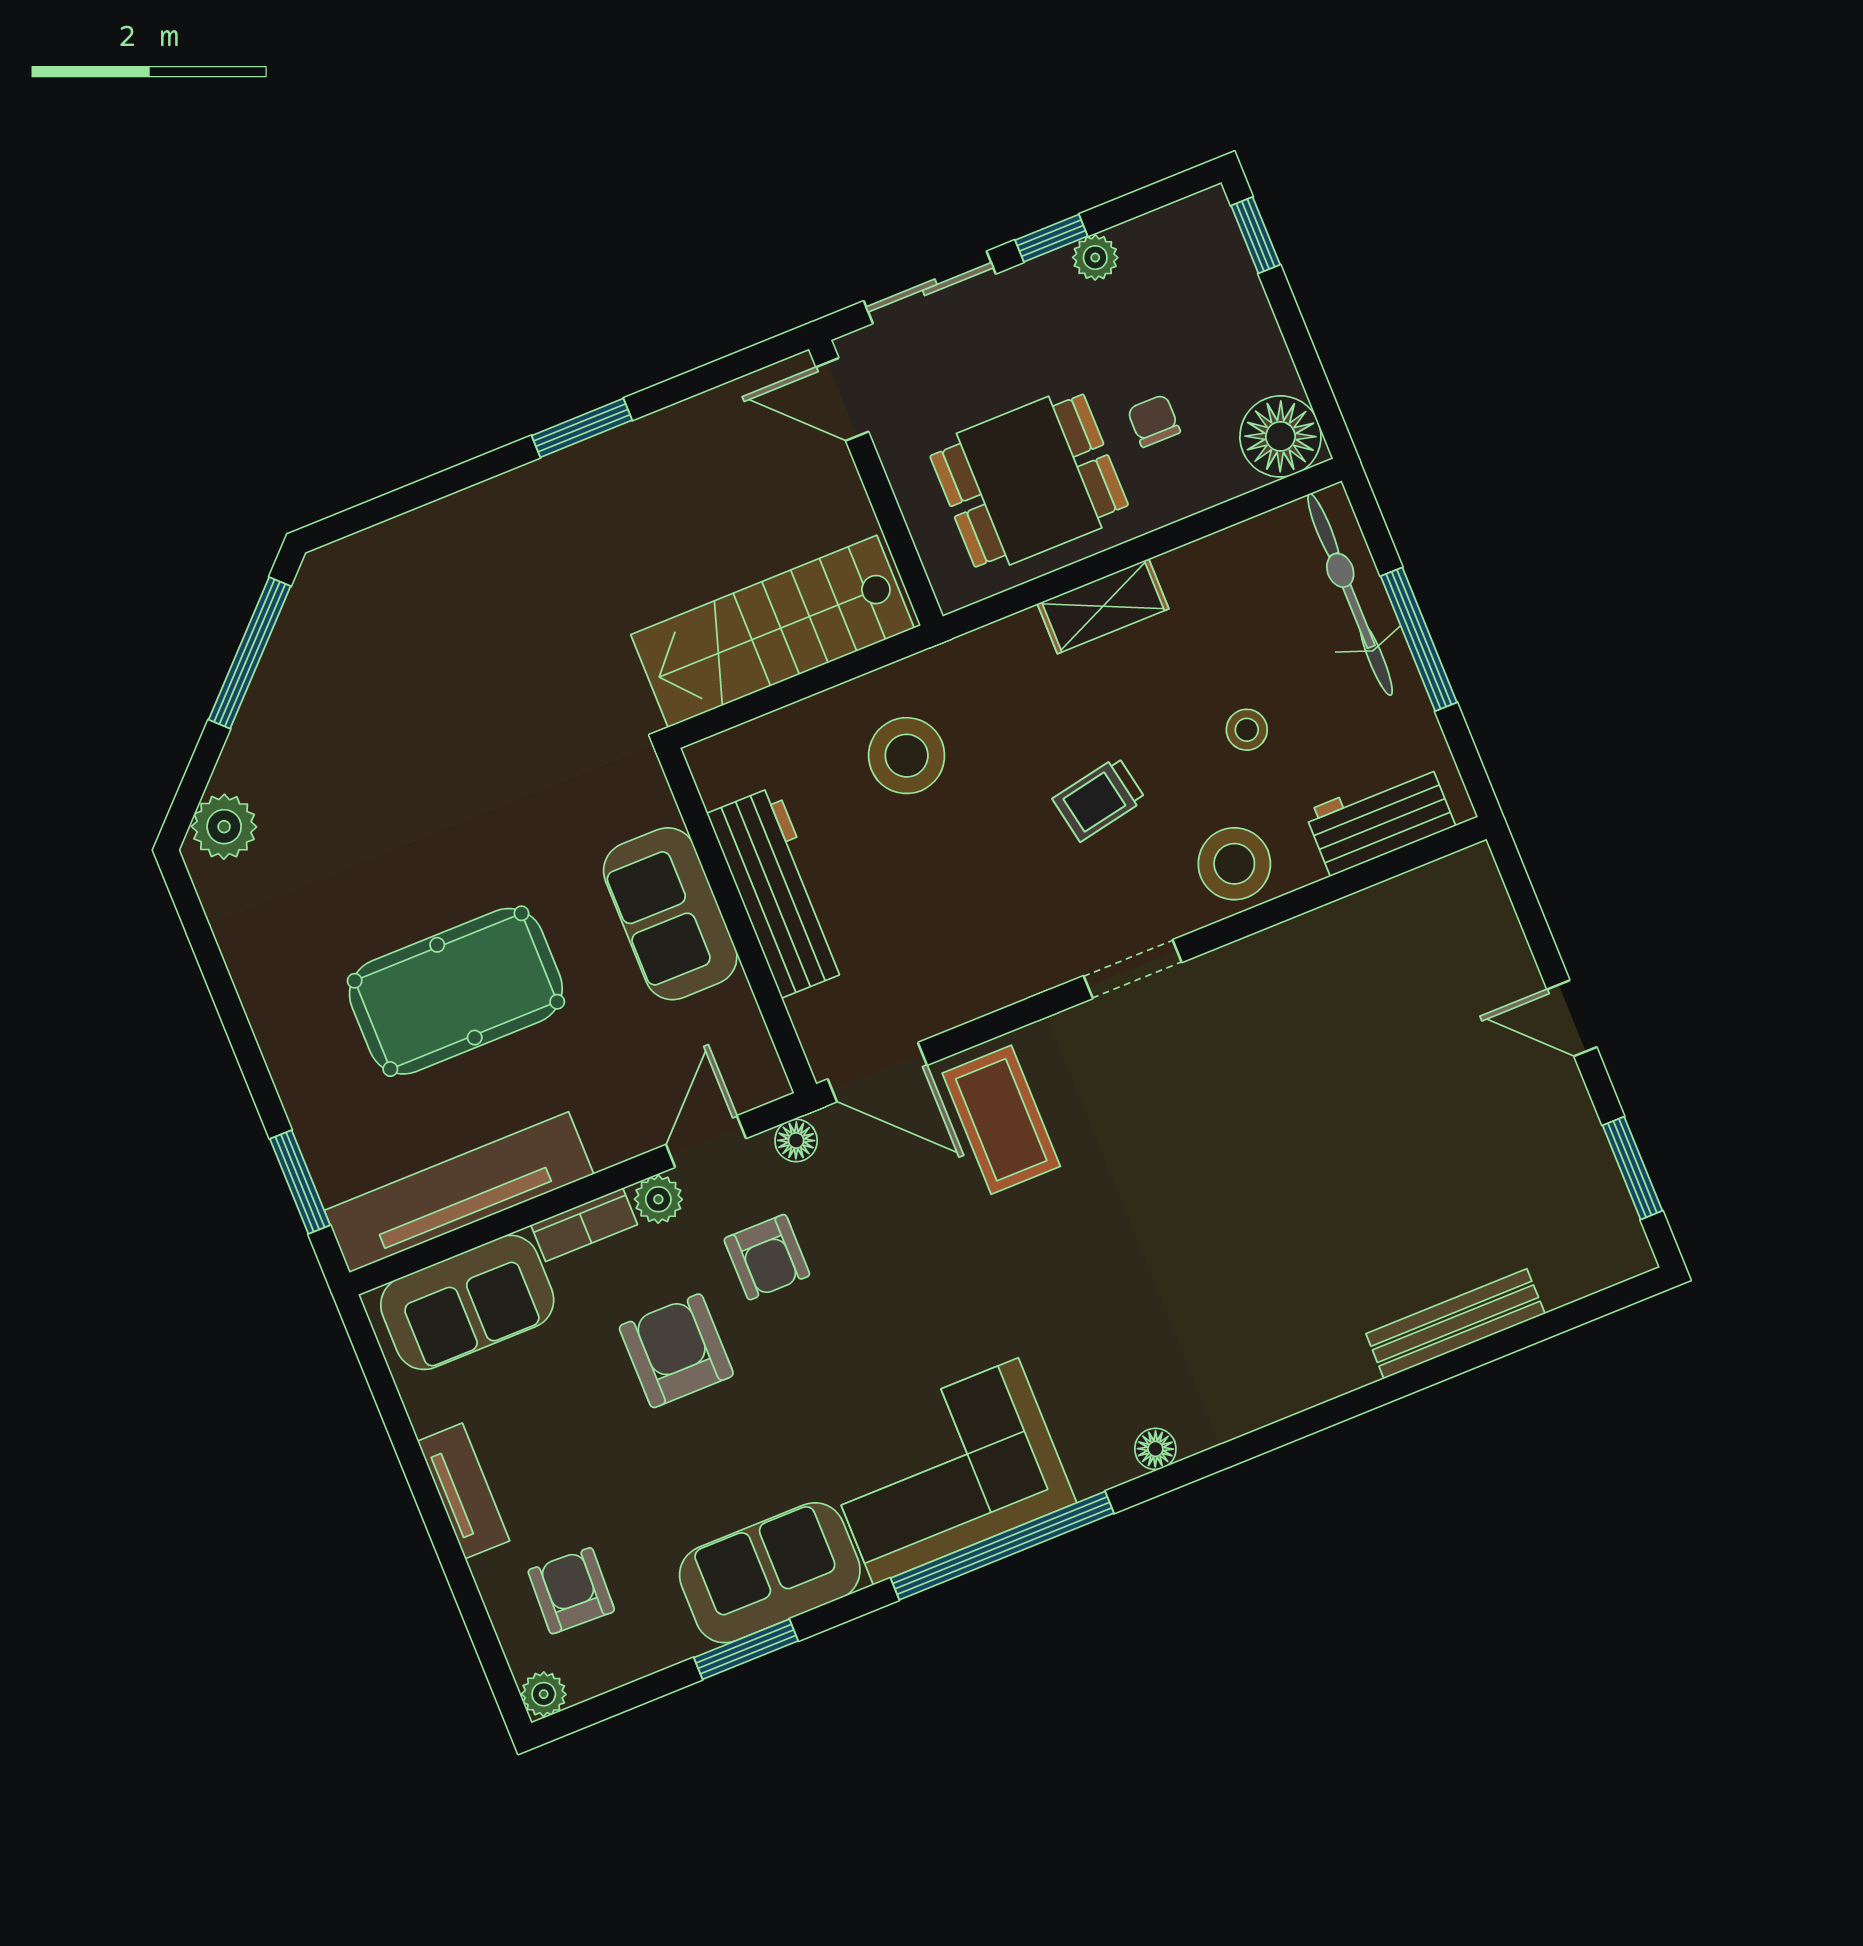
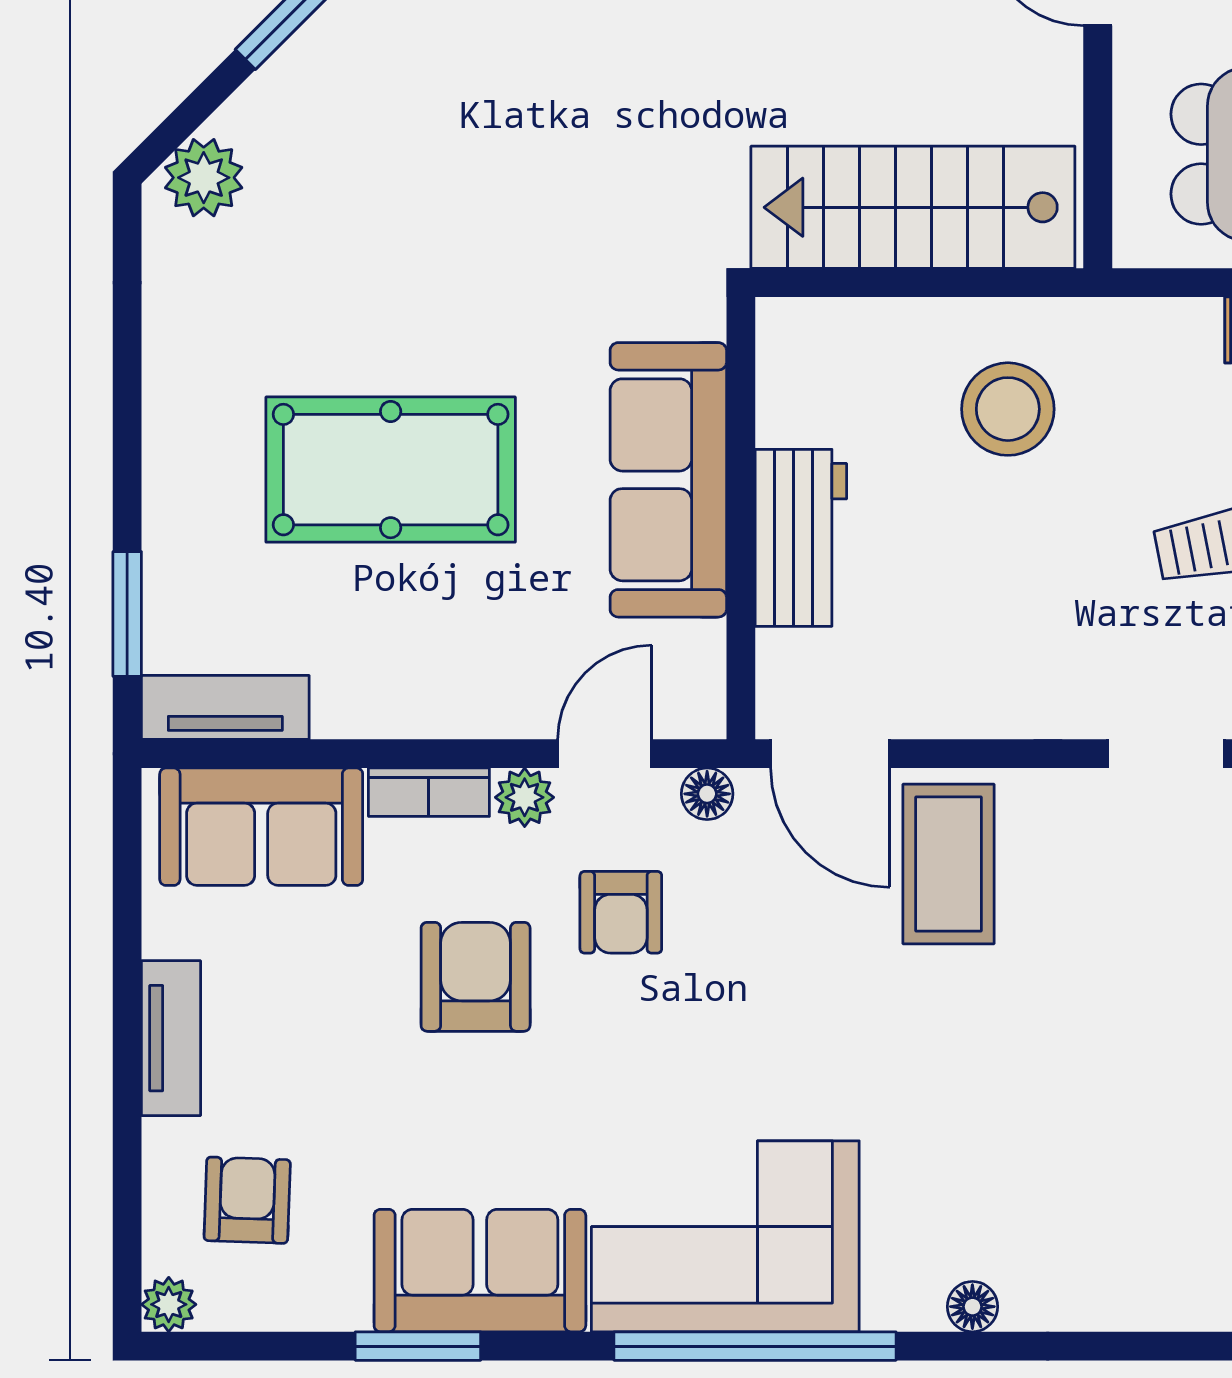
workbench: (779, 892) -> (801, 538), width x0.73
sofa: (670, 914) -> (668, 480), width x1.36
tv unit: (459, 1192) -> (225, 707), width x0.52, depth x0.78

